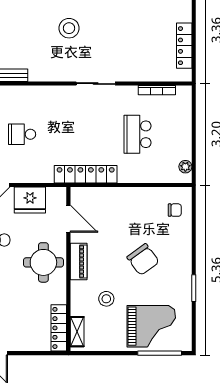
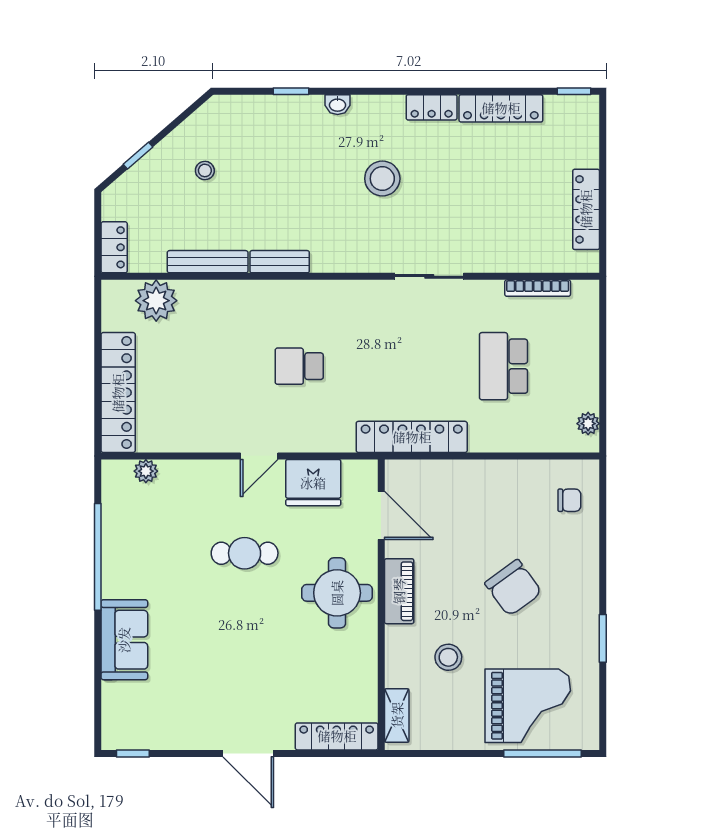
locker: (59, 328) -> (337, 736), moved, turned 90

